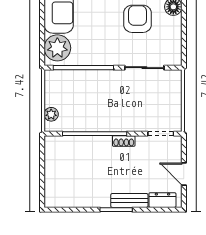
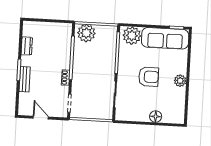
armchair: (138, 19) -> (149, 77), moved
plant: (51, 114) -> (86, 33), width x1.88, depth x1.88
door: (184, 174) -> (41, 118), hinge flipped
dresser: (162, 200) -> (27, 46), moved

